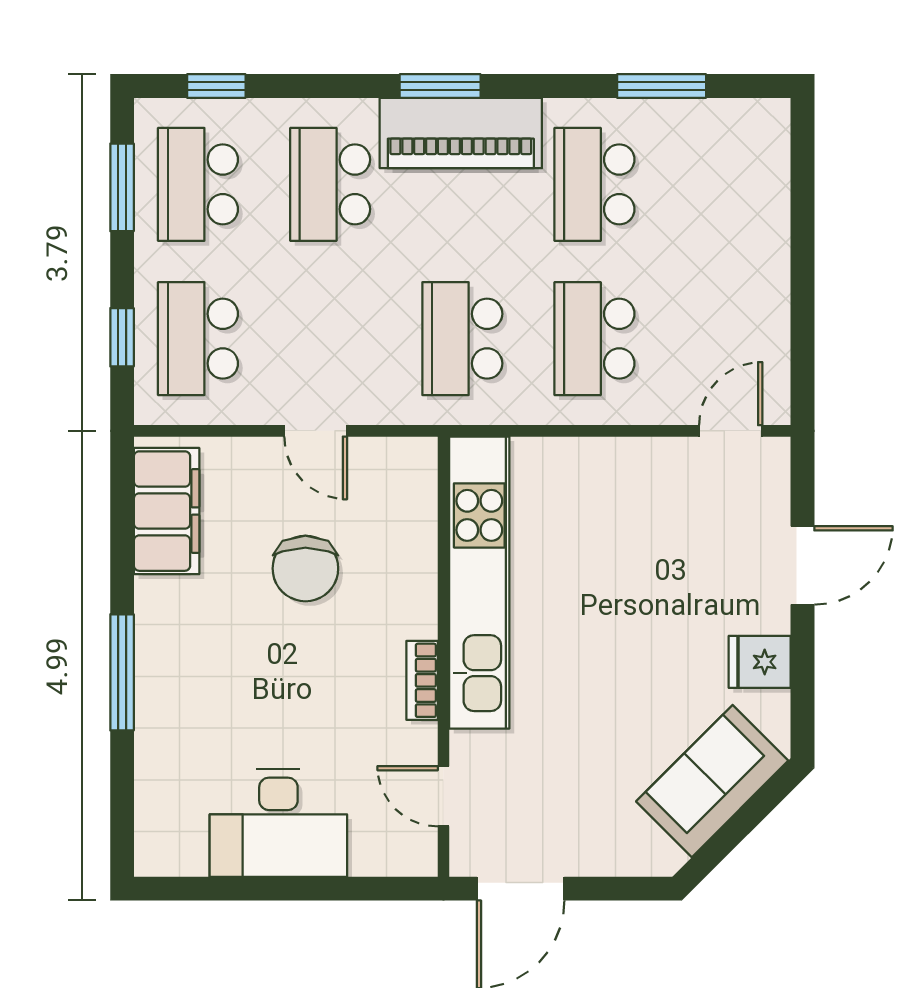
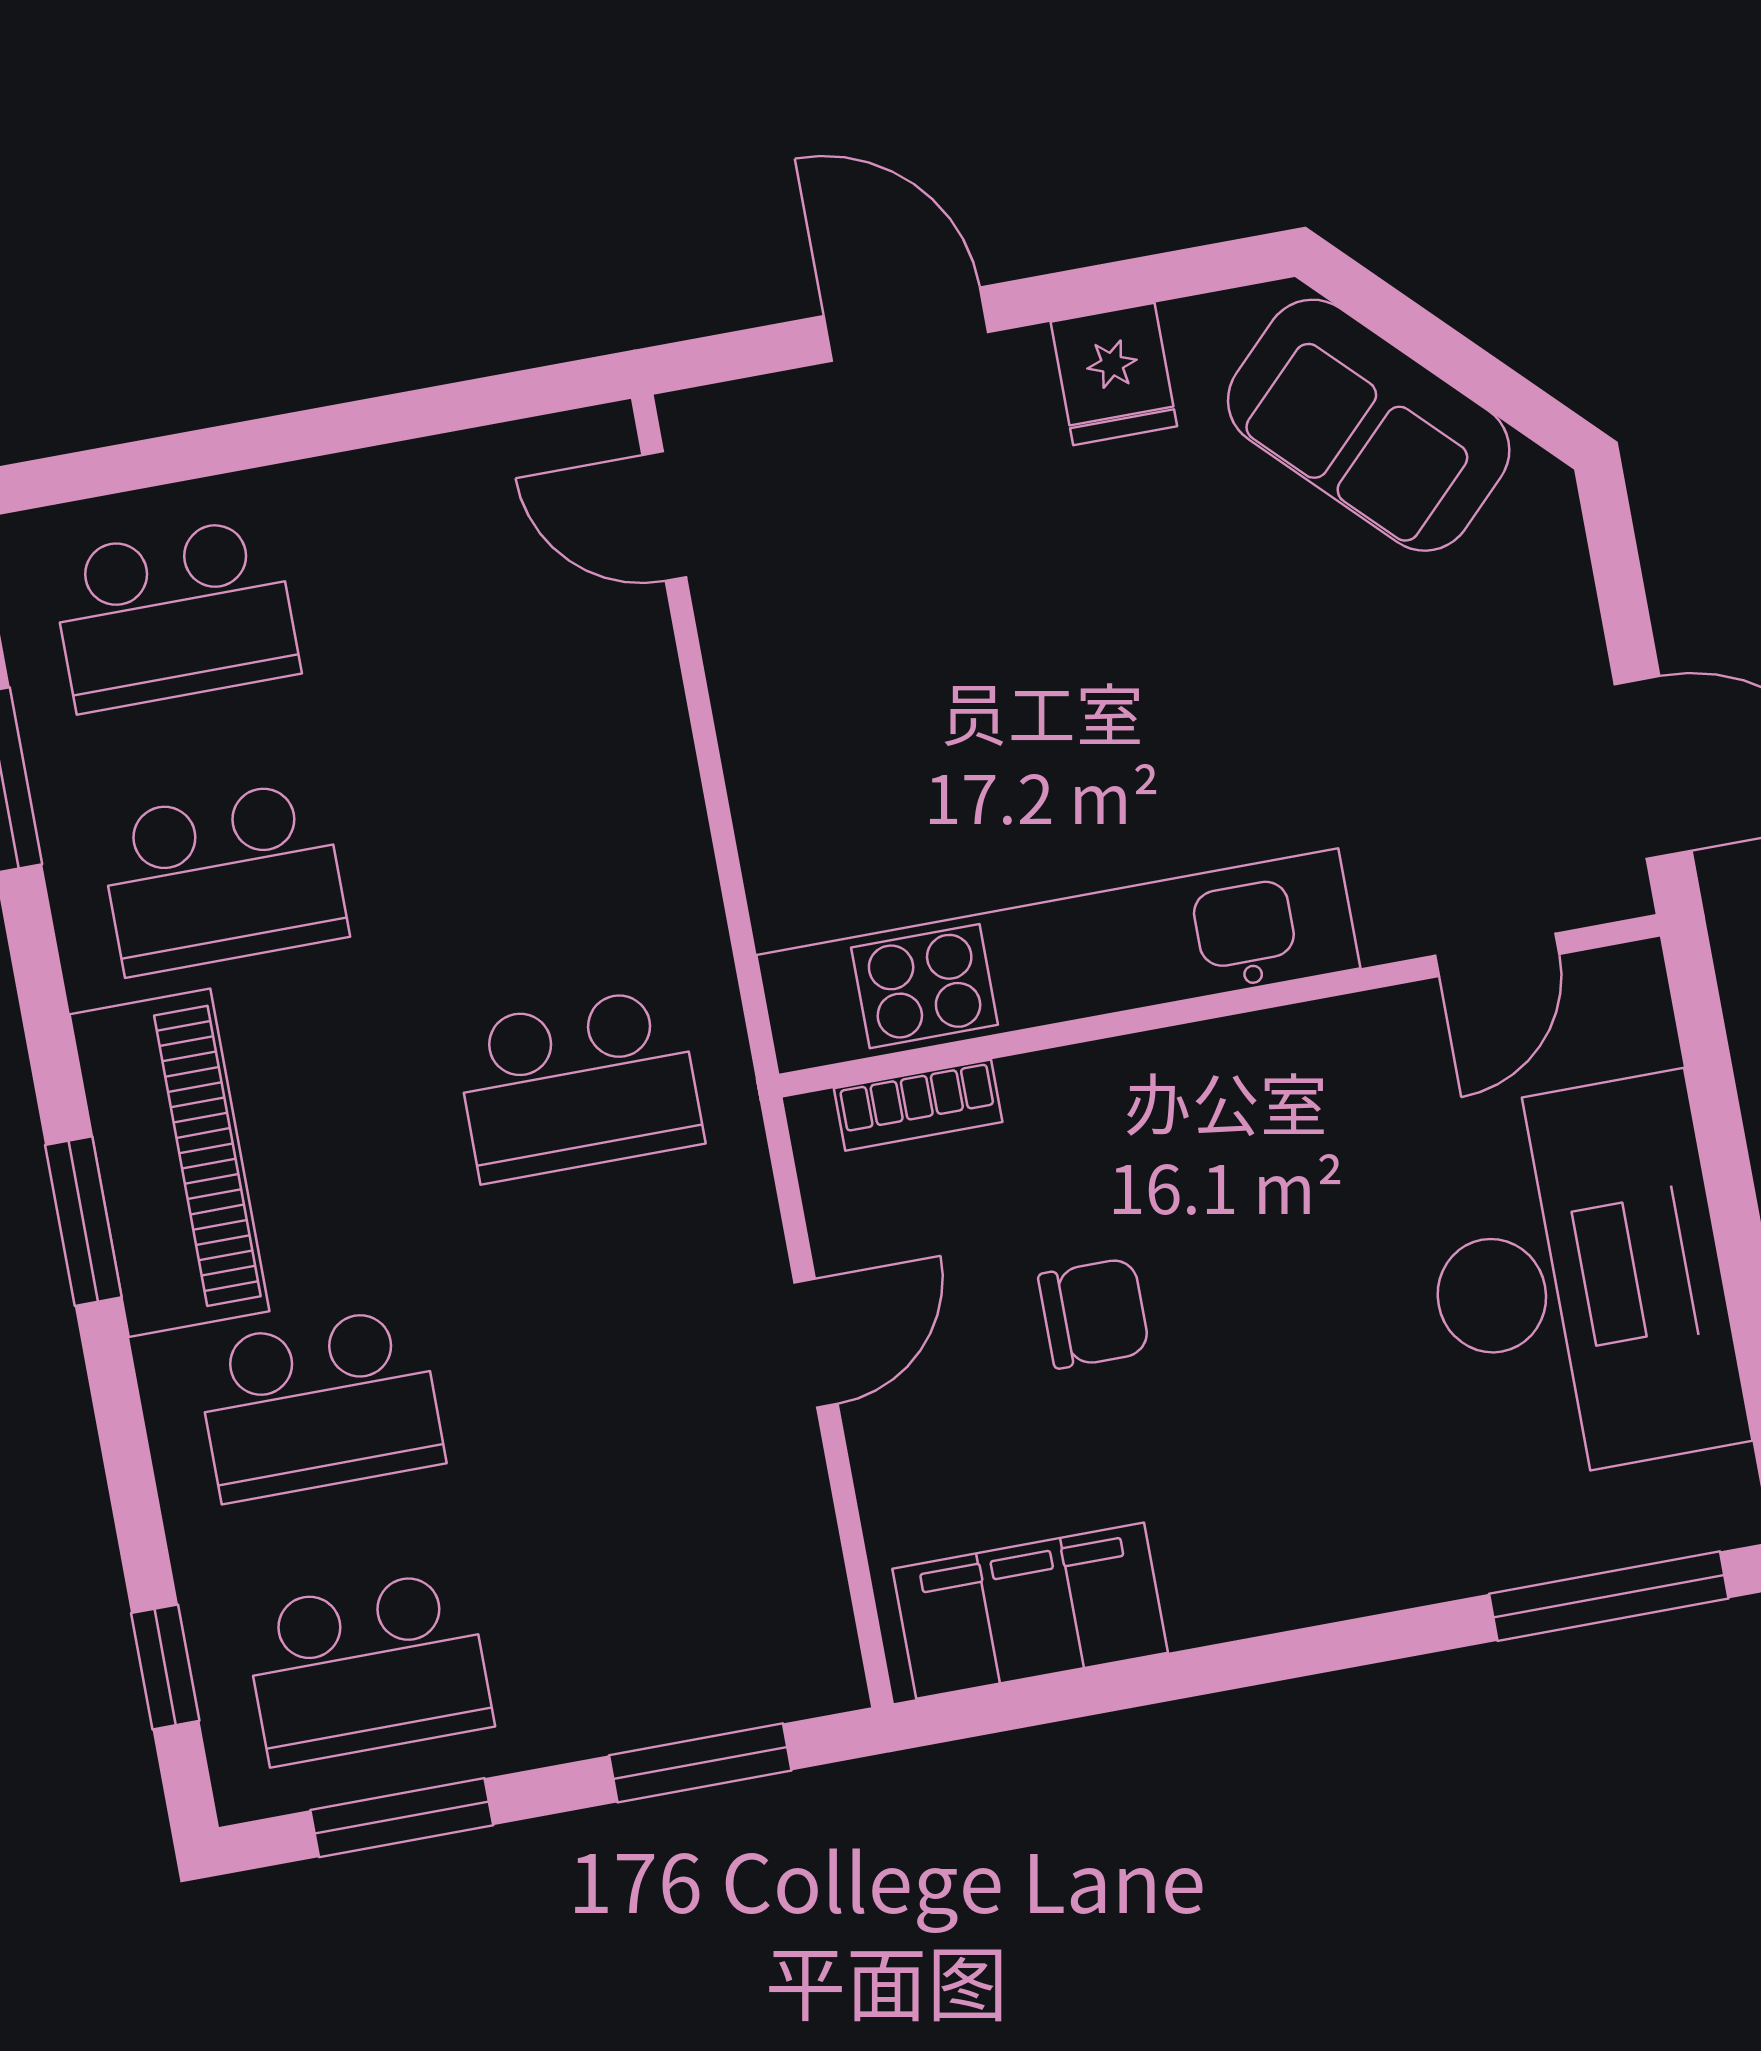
window: (122, 337) -> (700, 1763), width x1.50
school desk: (198, 339) -> (675, 1611), removed
school desk: (594, 339) -> (175, 615), moved
chair: (305, 568) -> (1094, 1313), width x0.73, depth x0.73
window: (122, 672) -> (1609, 1596), moved
bookcase: (422, 680) -> (918, 1105), moved
desk: (278, 823) -> (1578, 1280), width x1.36, depth x1.30

